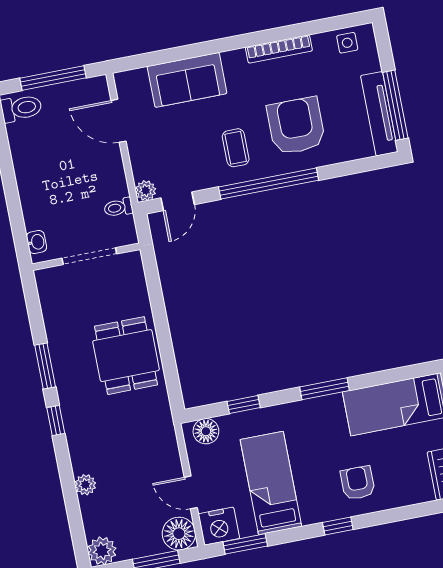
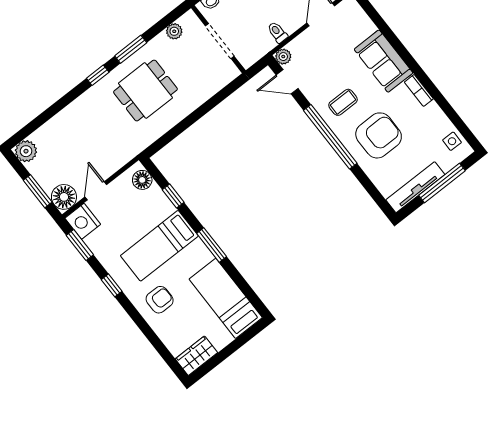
bookcase: (279, 49) -> (419, 90), width x0.64
sofa: (187, 80) -> (383, 61), moved
window: (395, 105) -> (442, 183), moved
toilet: (118, 207) -> (277, 32), moved
dining table: (126, 356) -> (145, 91), moved
bed: (271, 483) -> (159, 246), moved, turned 180
plant: (85, 485) -> (174, 31), moved
window: (338, 526) -> (112, 285), moved

